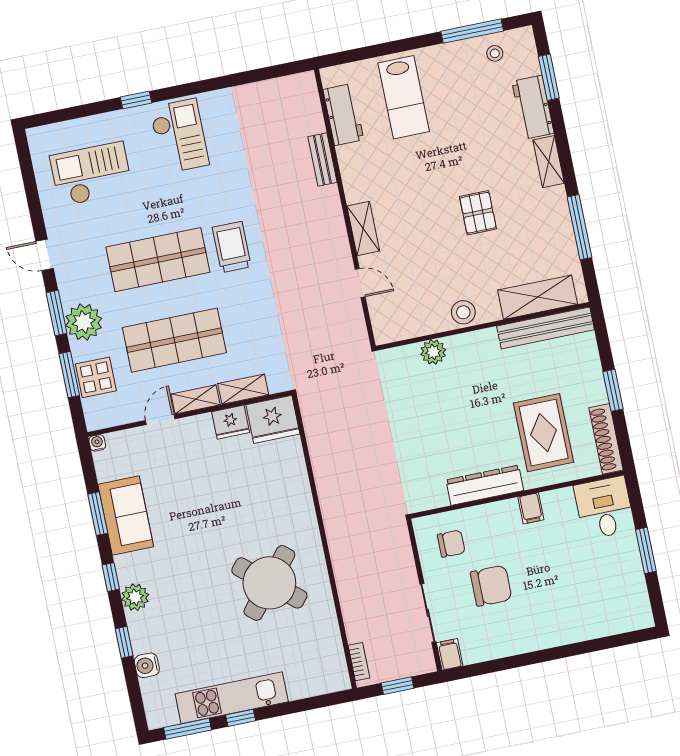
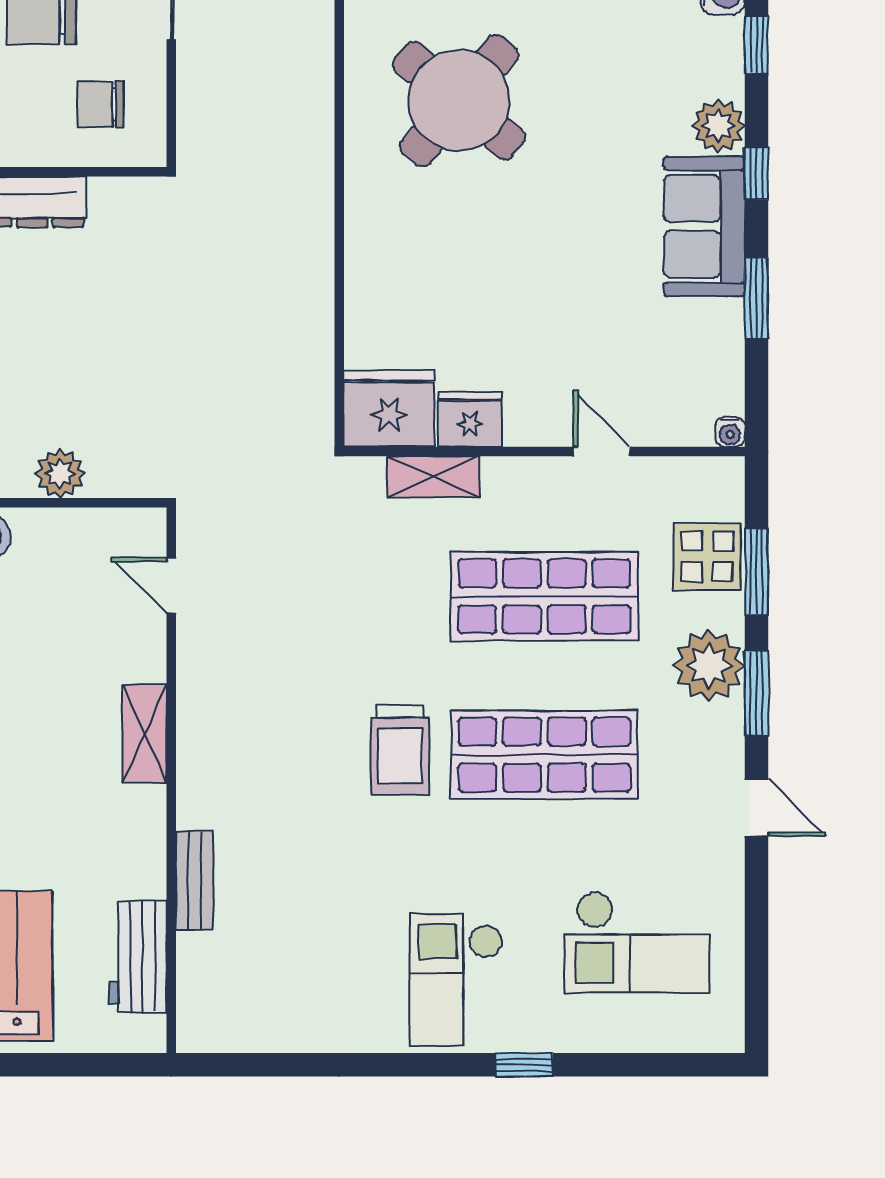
door: (360, 283) -> (171, 585), moved
shelving: (196, 399) -> (527, 476), removed
door: (160, 420) -> (602, 452), swing flipped
sofa: (126, 515) -> (704, 226), moved

